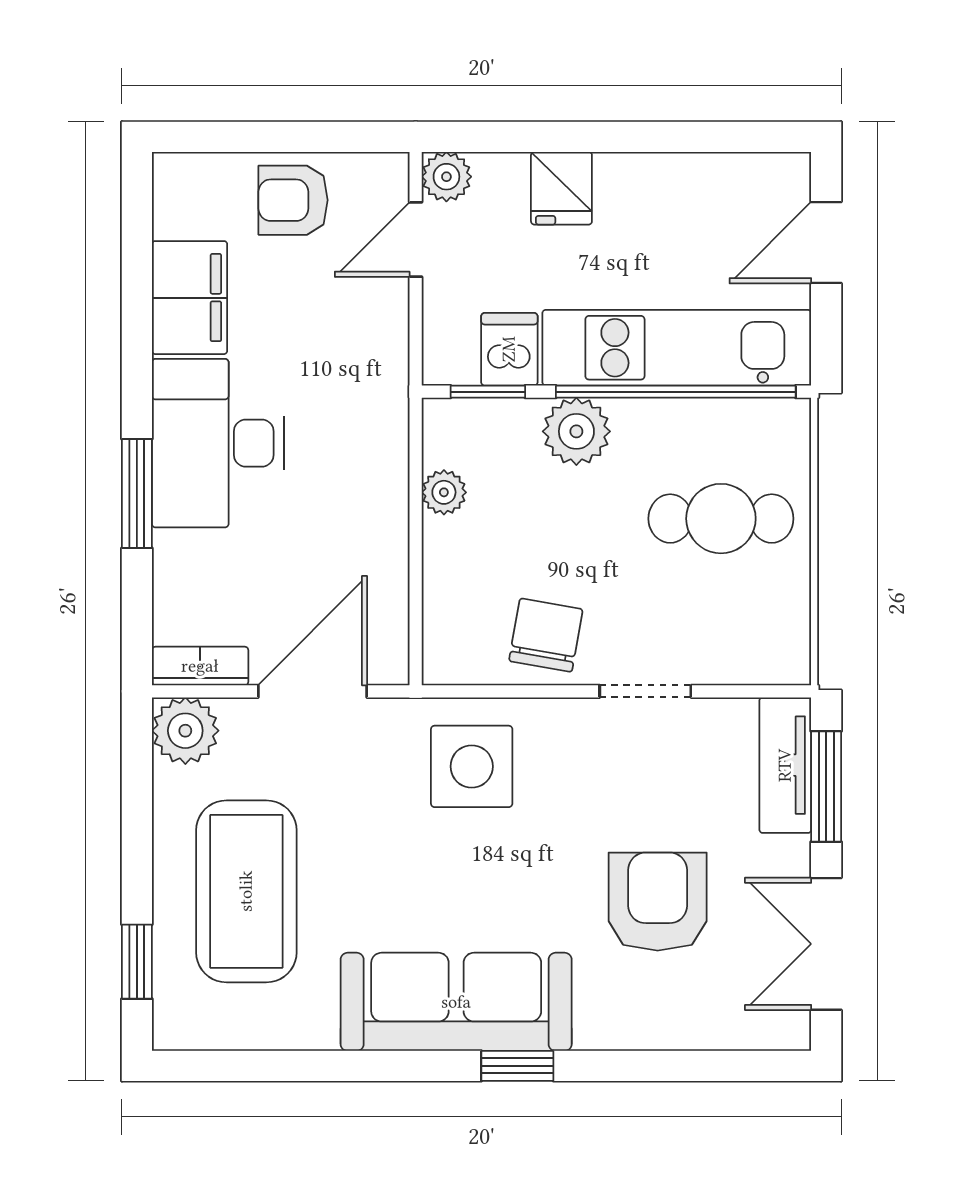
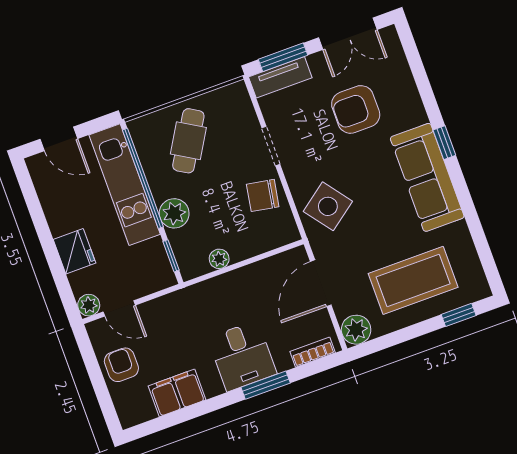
fridge: (561, 188) -> (74, 251), width x1.38
armchair: (293, 200) -> (121, 365), turned 180
dishwasher: (509, 349) -> (150, 253), removed
desk: (218, 443) -> (242, 356), width x0.73
cafe table: (721, 519) -> (188, 141), turned 31
bookcase: (200, 666) -> (313, 352), moved, turned 90
door: (313, 691) -> (321, 283), hinge flipped
side table: (472, 766) -> (328, 206), turned -37

